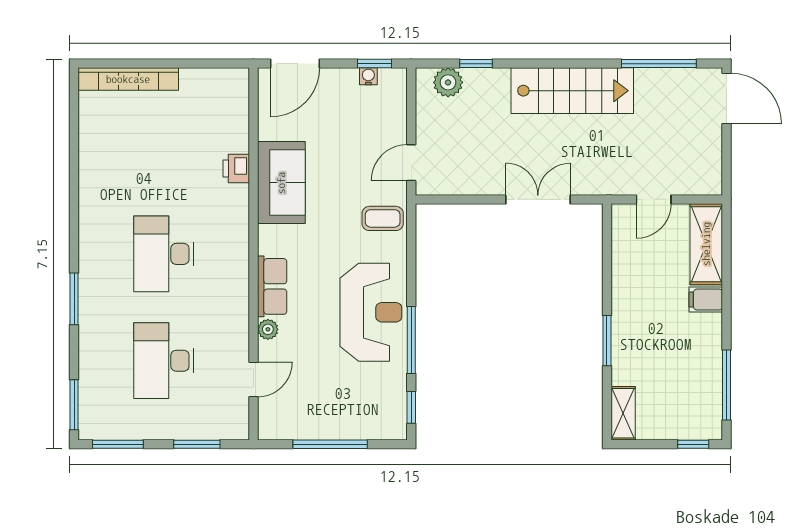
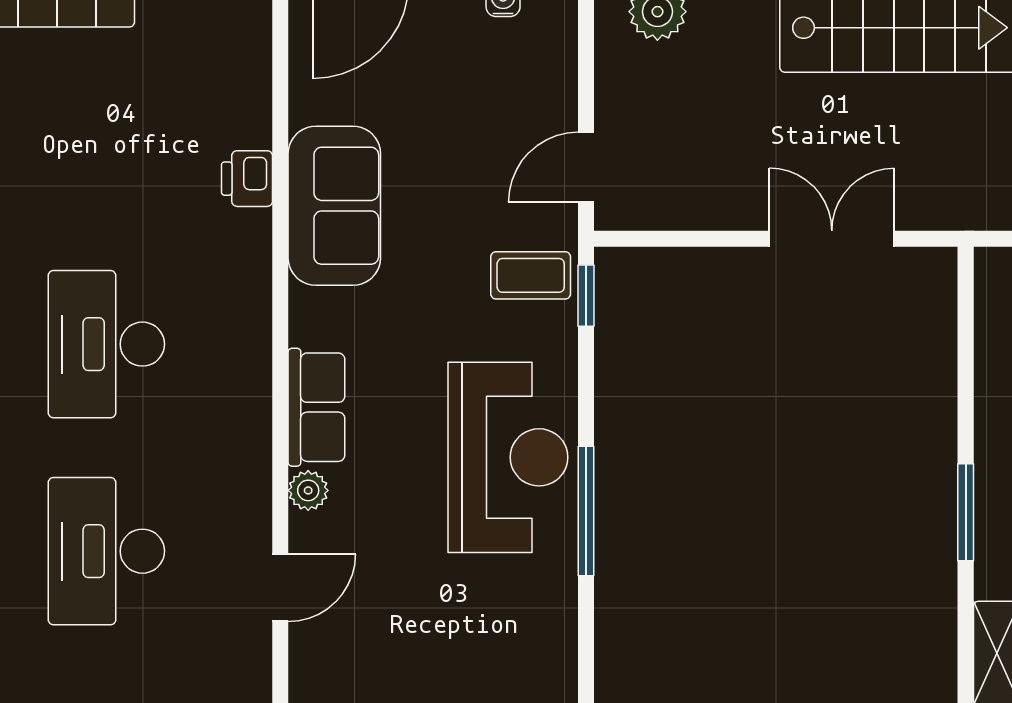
window: (411, 407) -> (586, 296), moved

